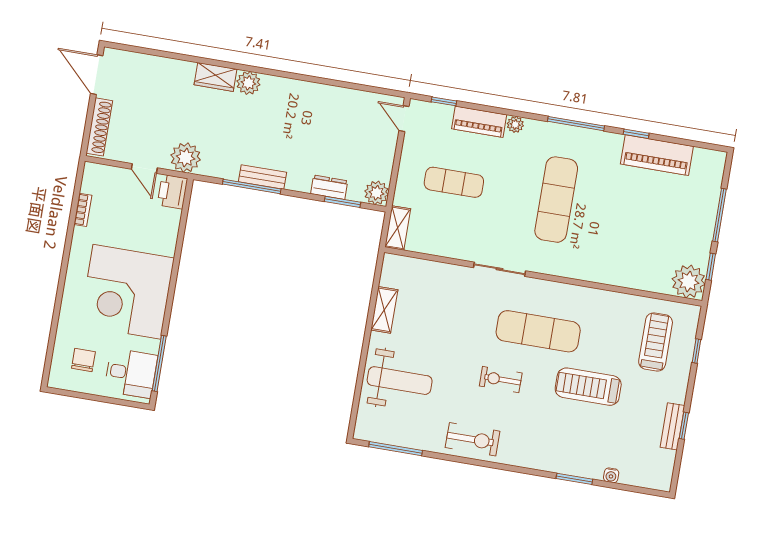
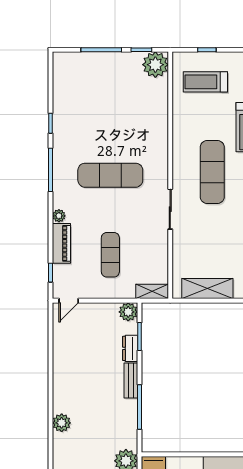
wardrobe: (216, 77) -> (61, 448), removed
piano: (657, 155) -> (64, 105), removed
bench: (263, 177) -> (131, 381), moved
shelving: (384, 310) -> (207, 289), width x1.50, depth x1.33

